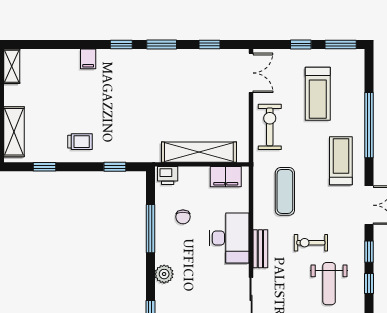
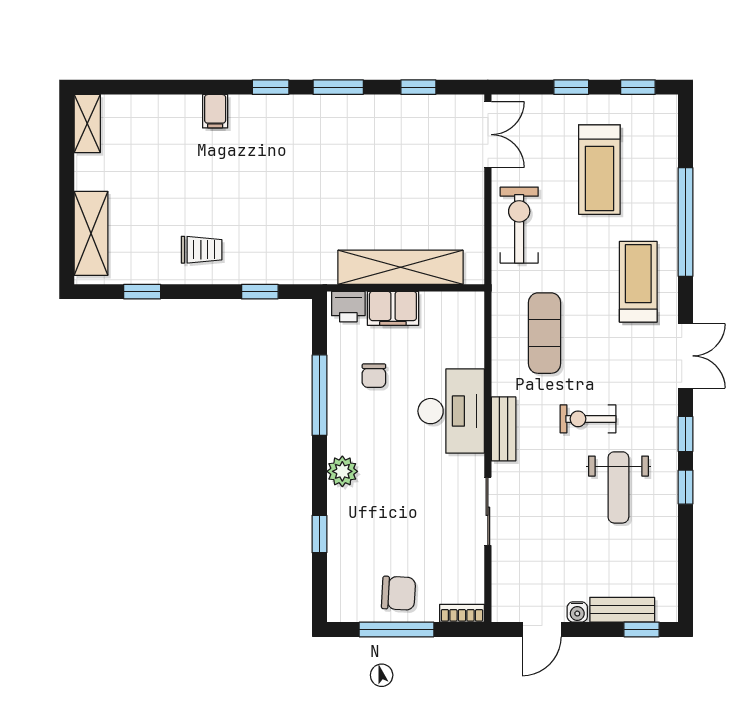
window: (341, 45) -> (638, 87), width x0.67
filing cabinet: (226, 177) -> (393, 308), moved

